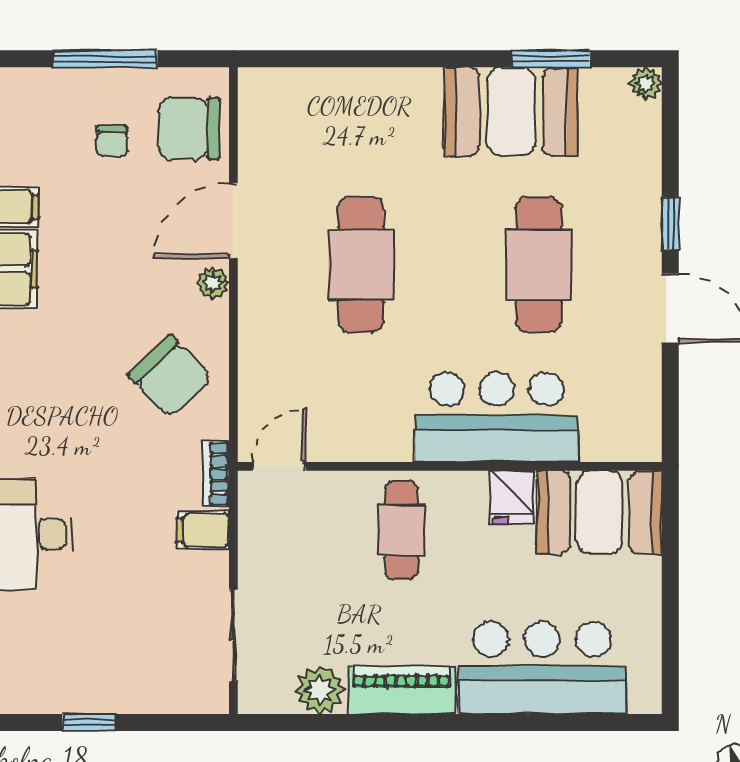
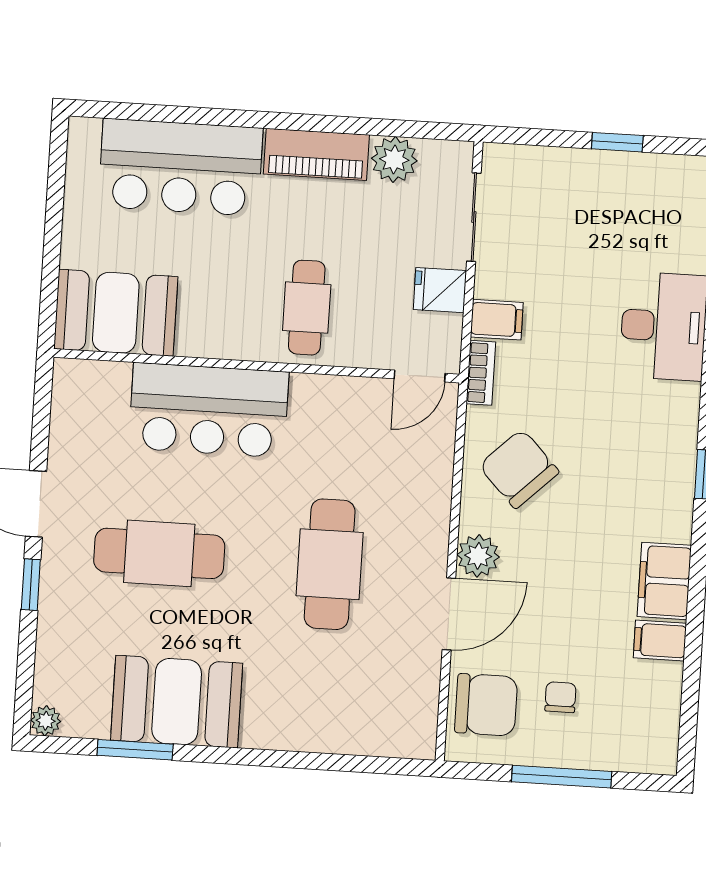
cafe table: (539, 265) -> (159, 553), turned 90
plant: (213, 283) -> (478, 556), width x1.38, depth x1.38
fridge: (512, 497) -> (440, 290), moved, turned -90

